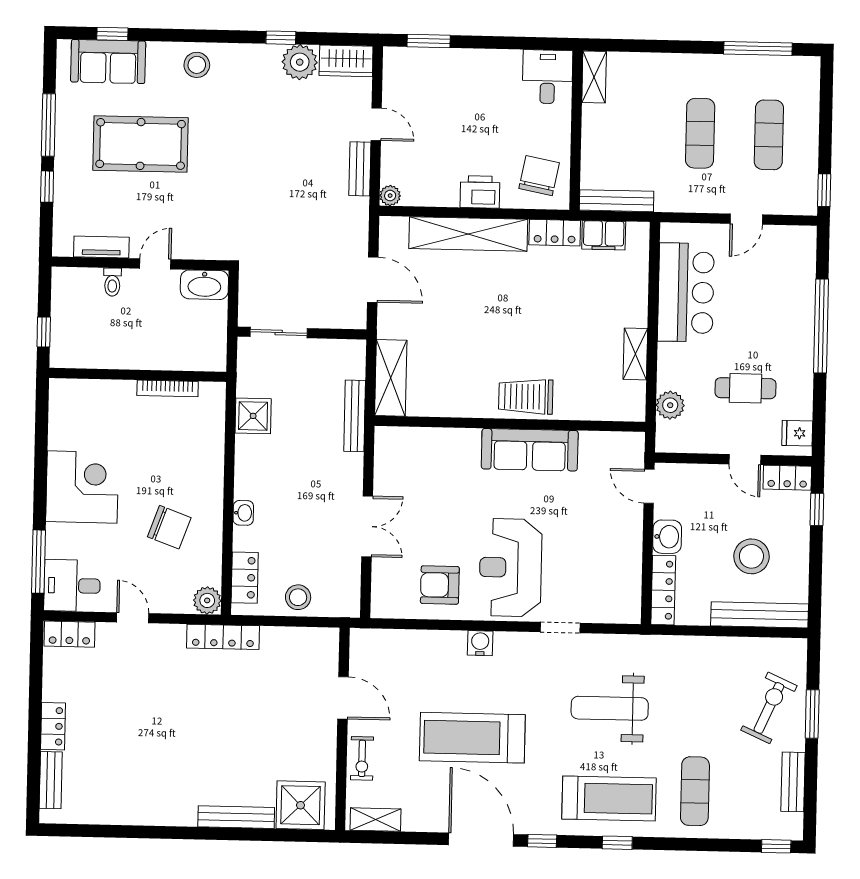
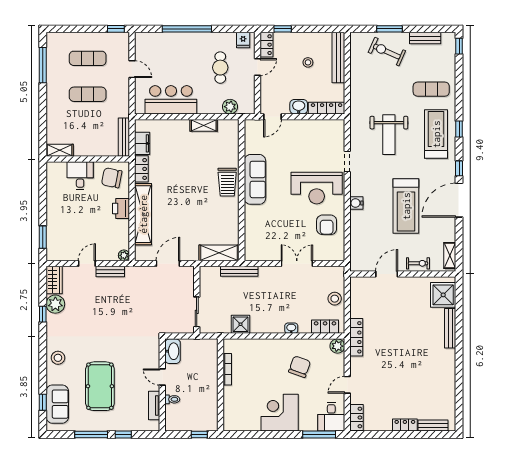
desk: (547, 77) -> (80, 176), moved, turned 90
stool: (751, 556) -> (308, 62), width x0.53, depth x0.53

